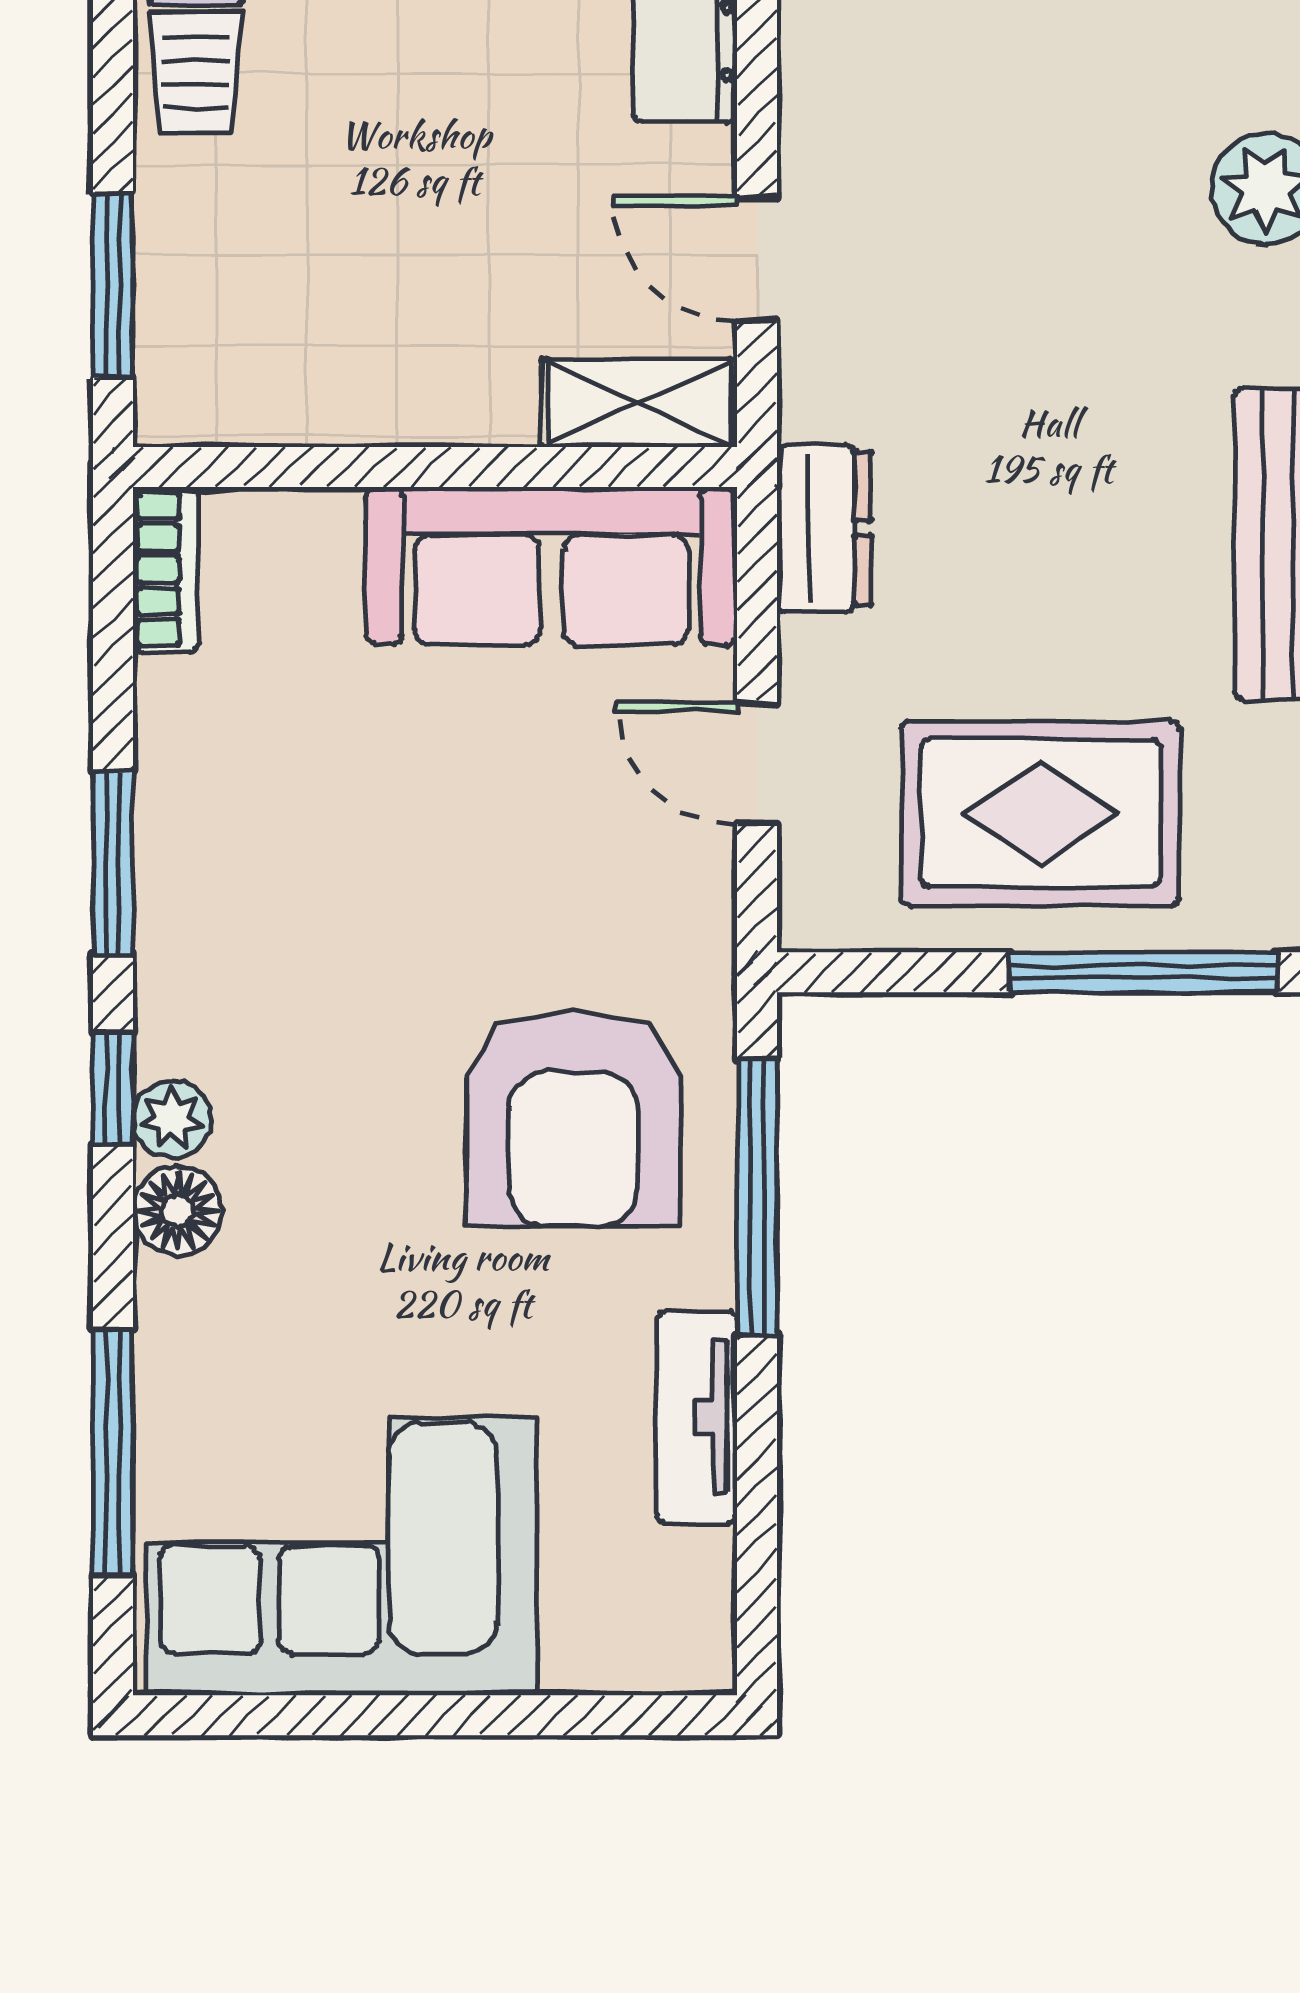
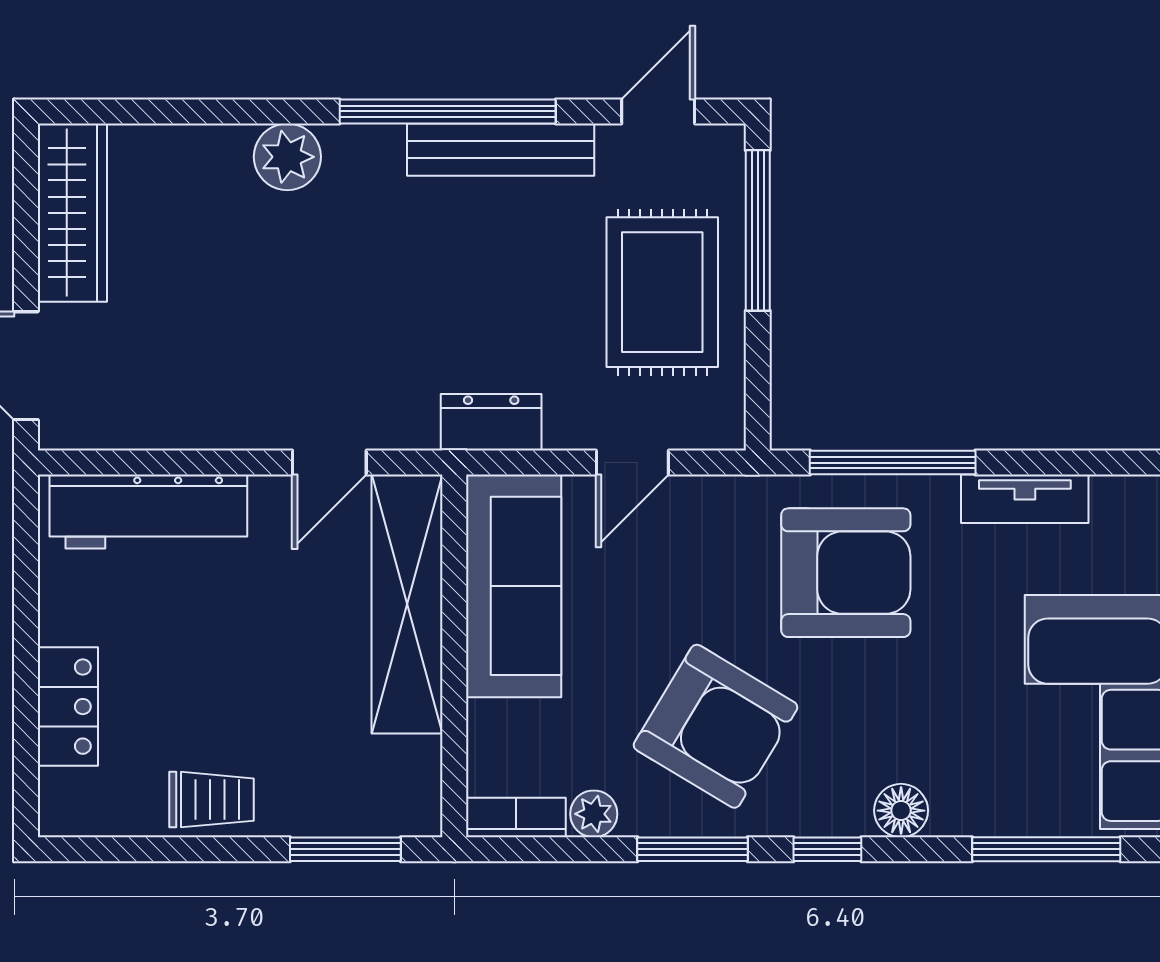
shelving: (639, 403) -> (407, 604), width x2.20, depth x1.33
armchair: (318, 902) -> (716, 726), added
plant: (172, 1119) -> (594, 814), moved

